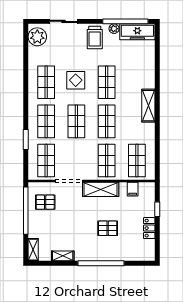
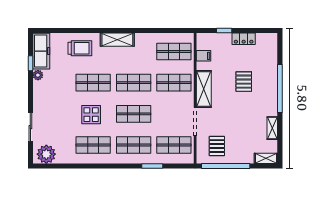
window: (125, 21) -> (30, 63), width x0.32
trolley: (95, 37) -> (80, 48), moved

